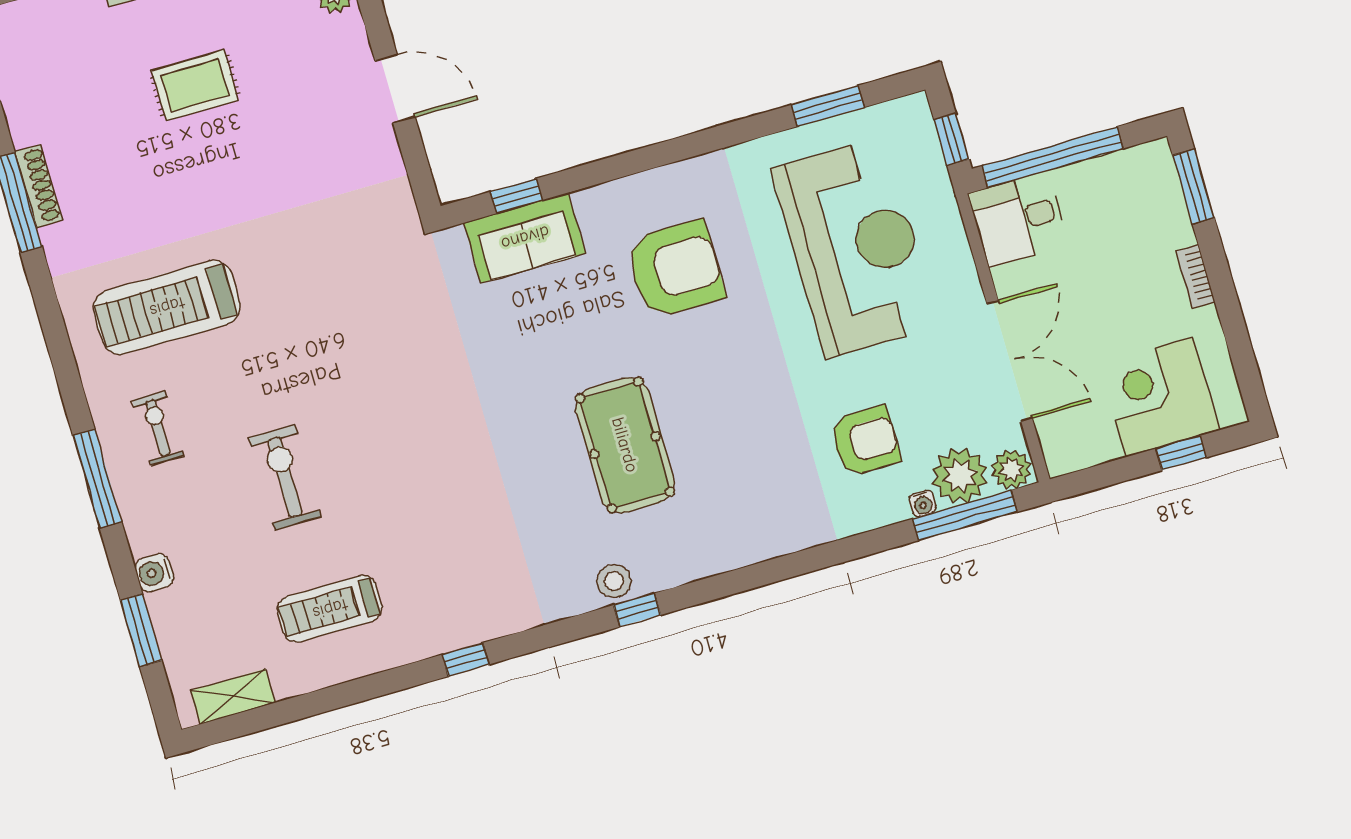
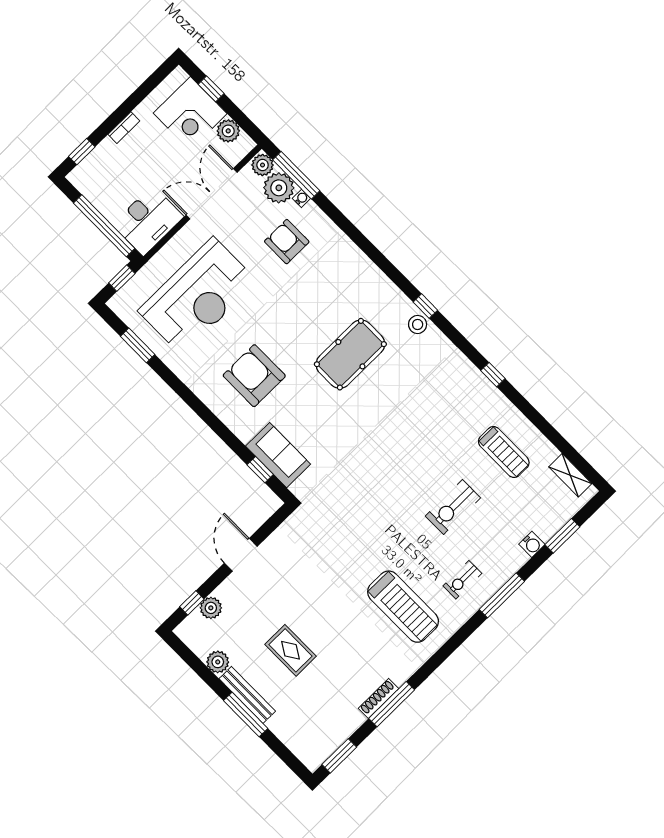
window: (1193, 186) -> (82, 152), width x0.67
desk: (1018, 219) -> (148, 221), width x1.37
reception desk: (855, 247) -> (198, 296), turned 180
plant: (1097, 444) -> (228, 131), added

